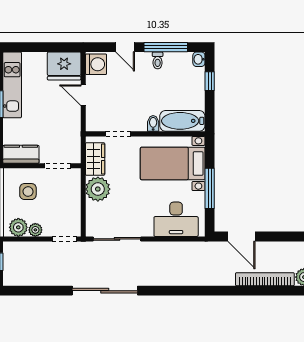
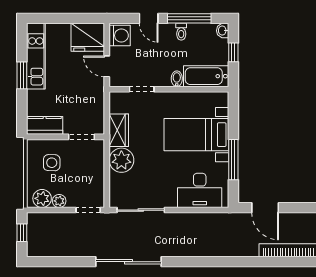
bathtub: (182, 121) -> (206, 76), moved
bidet: (153, 123) -> (177, 79), moved
doorway: (118, 134) -> (142, 89), moved
wall: (145, 134) -> (169, 89), moved

